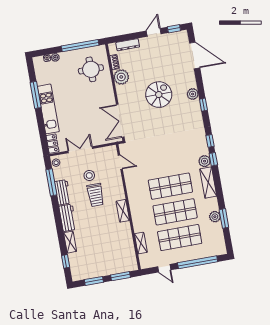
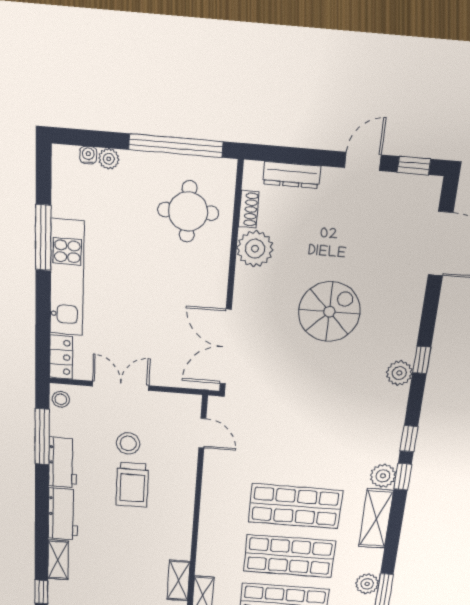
plant: (193, 94) -> (399, 373), moved
shelving: (123, 211) -> (179, 580), moved

